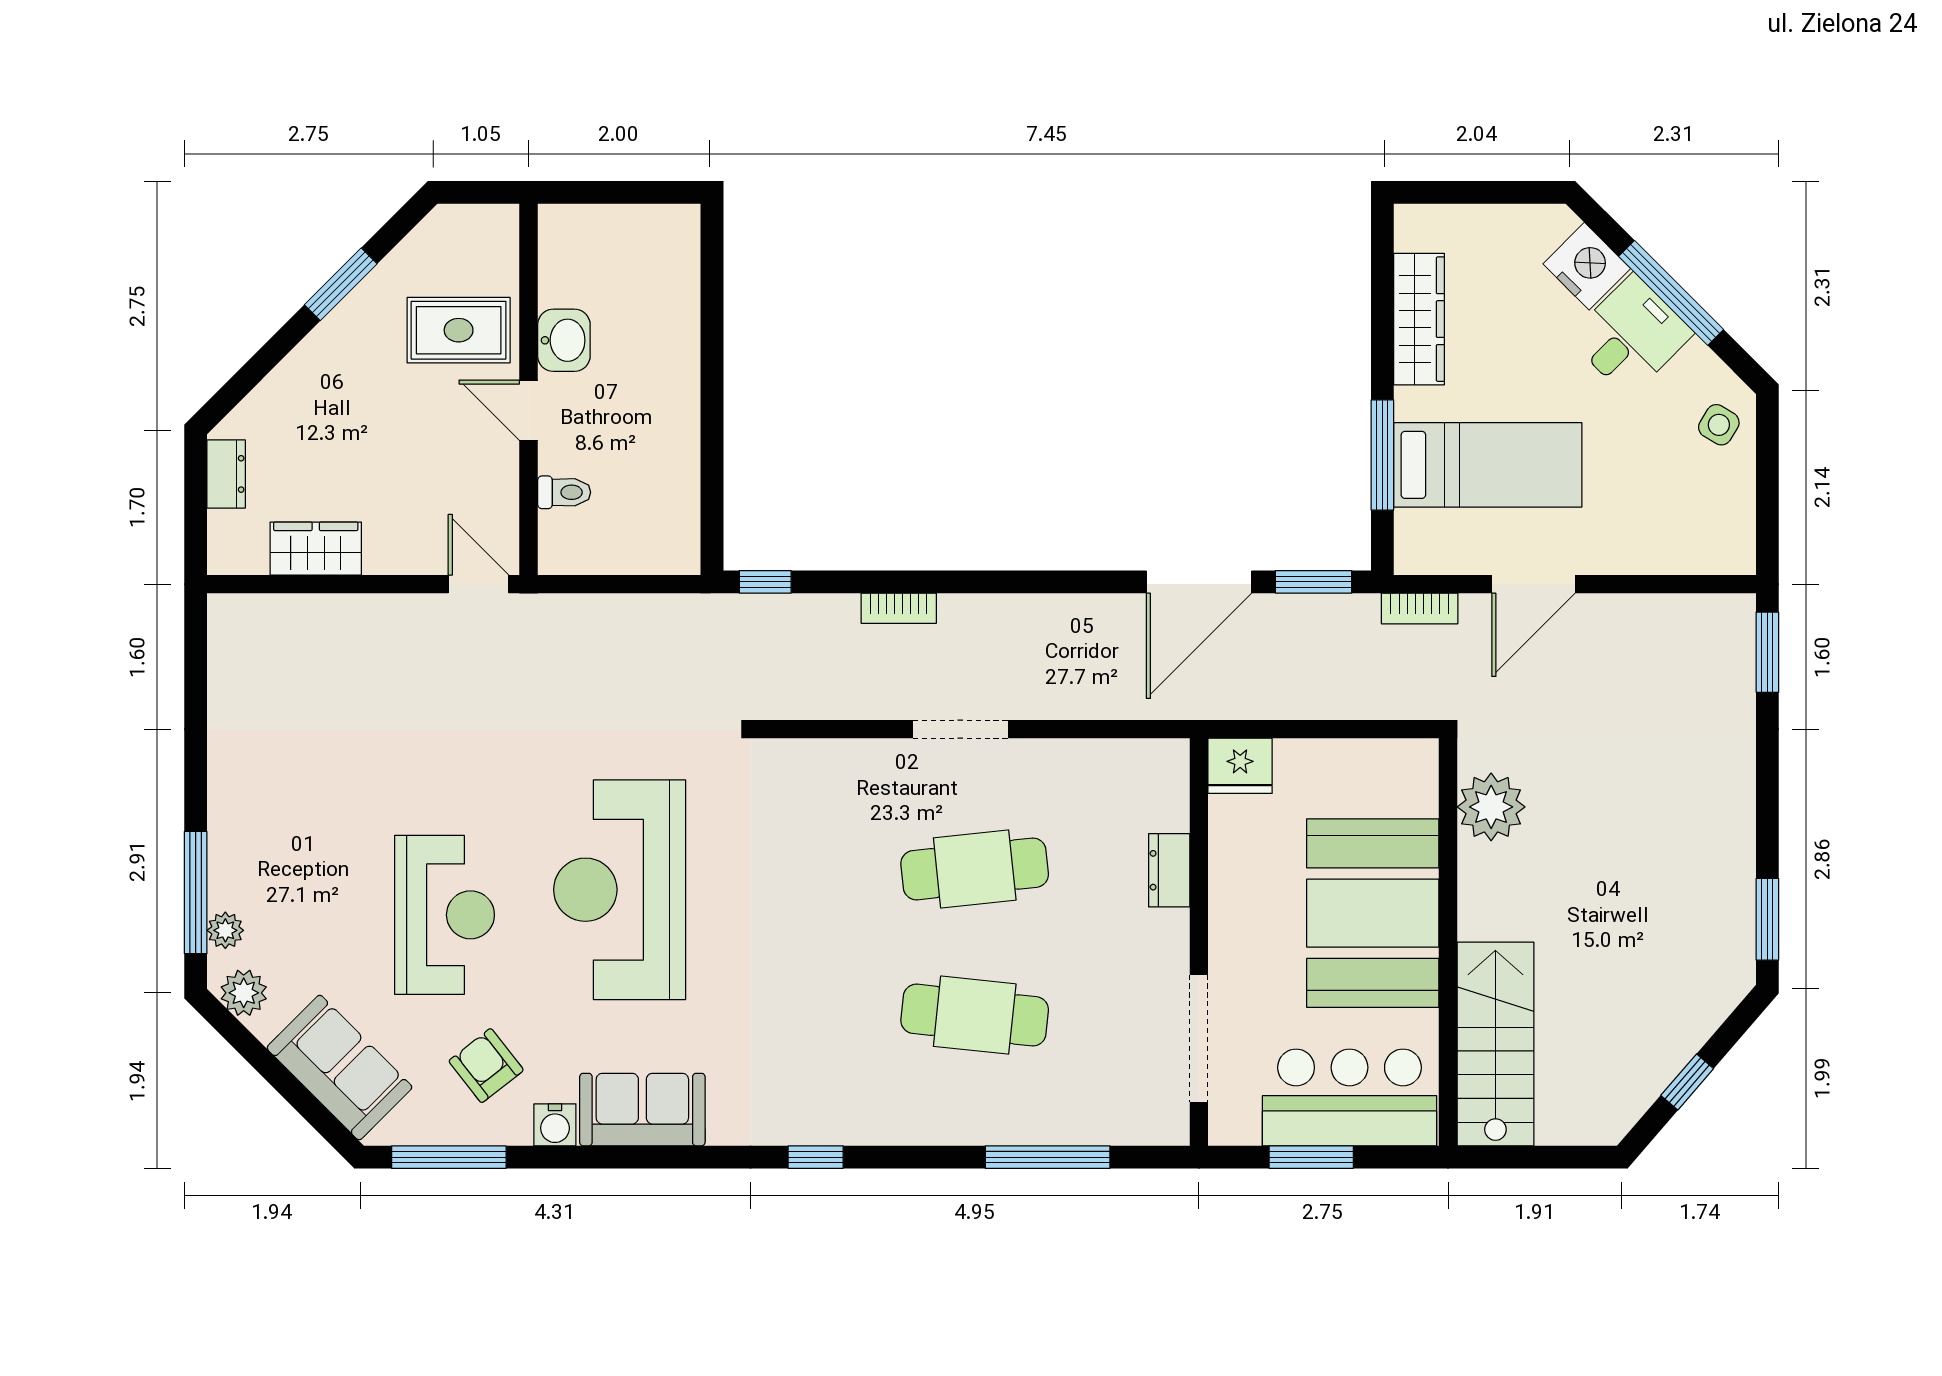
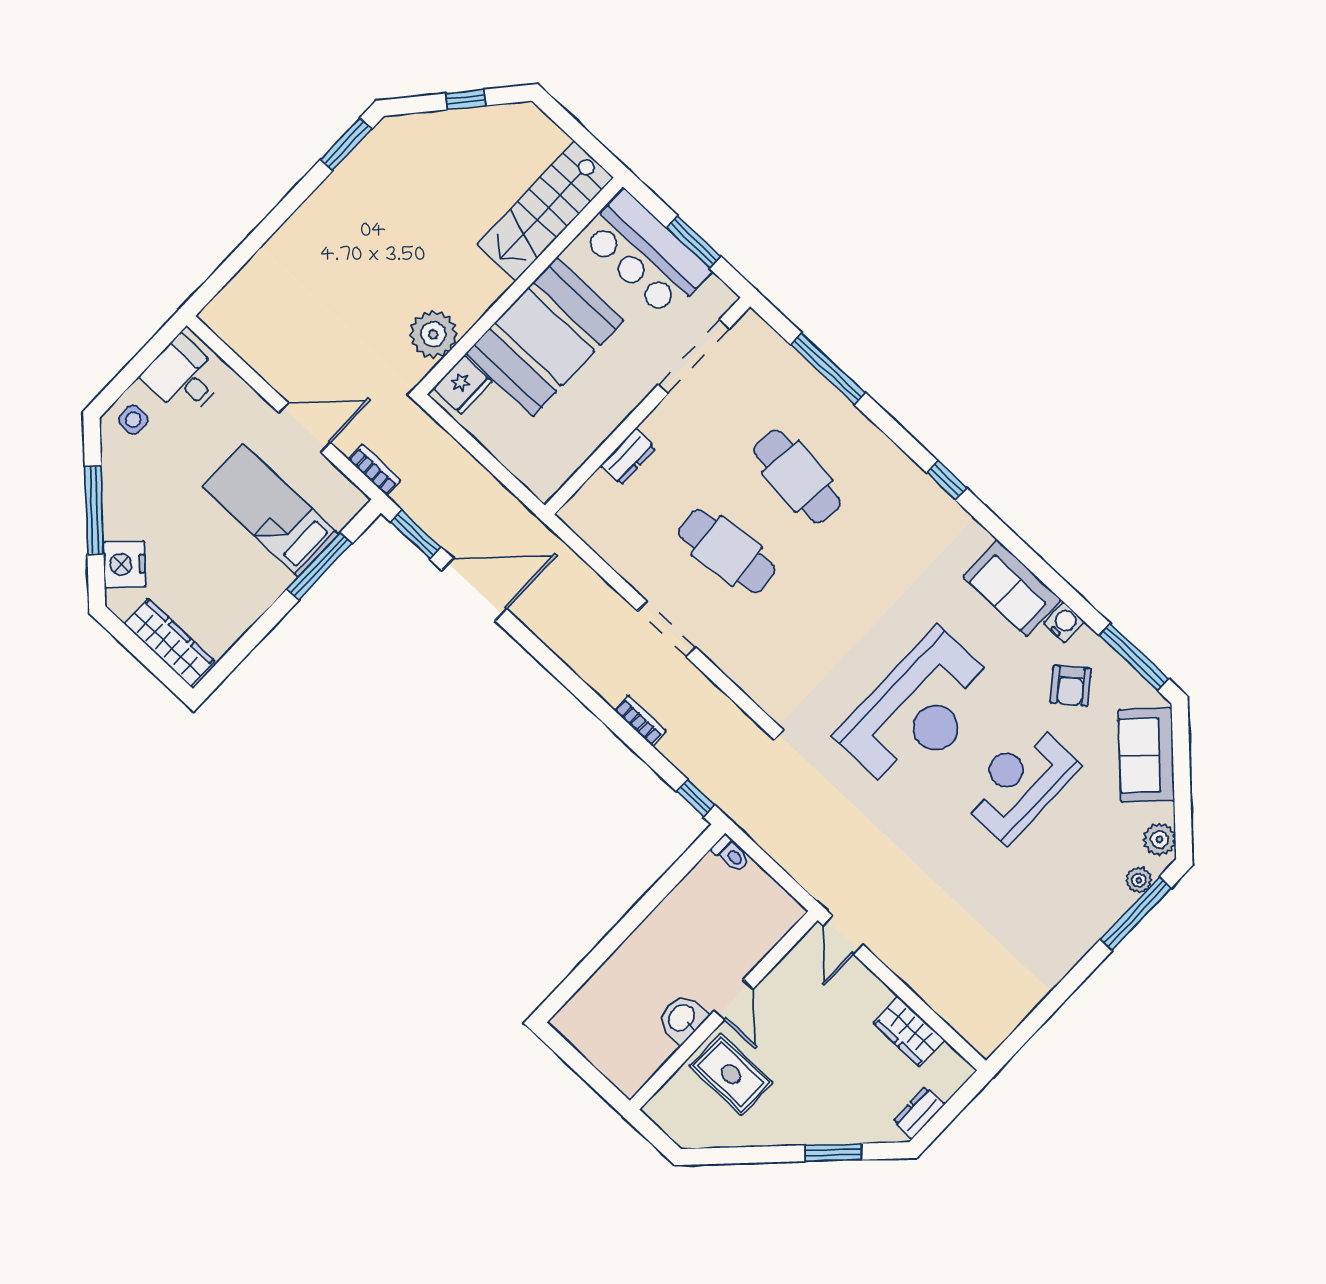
window: (341, 284) -> (833, 1152), moved
wardrobe: (1419, 319) -> (169, 642), moved, turned 90
desk: (1631, 336) -> (183, 377), moved, turned 45
side table: (1719, 425) -> (133, 420), turned -31
toilet: (564, 492) -> (731, 854), moved, turned 180
window: (1767, 652) -> (218, 280), removed
fridge: (1240, 766) -> (463, 385), moved, turned 90

